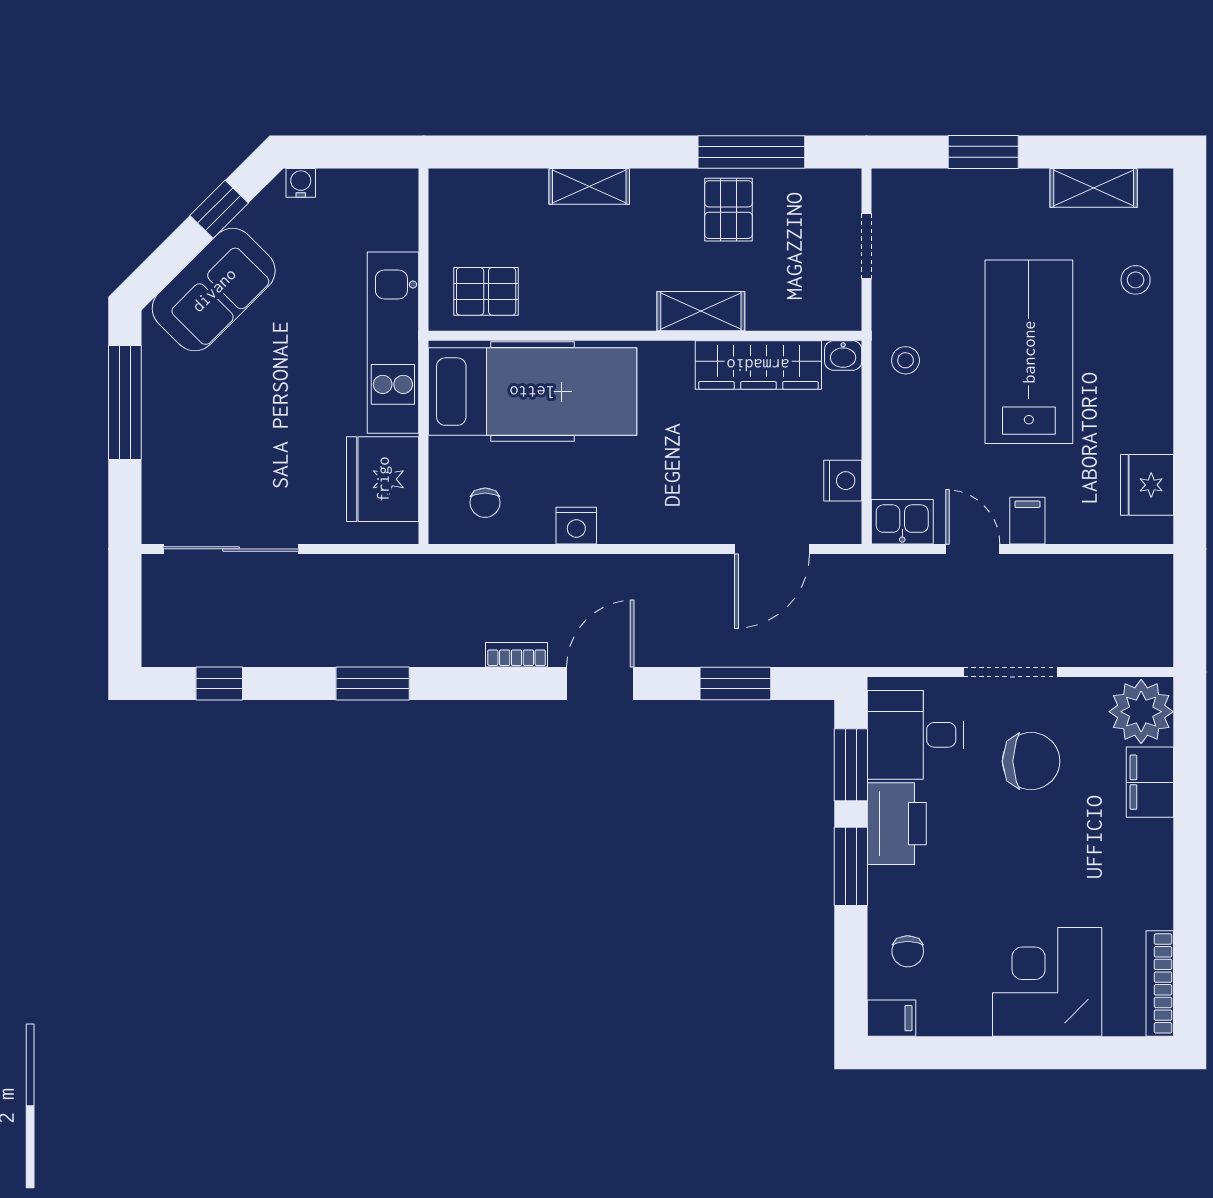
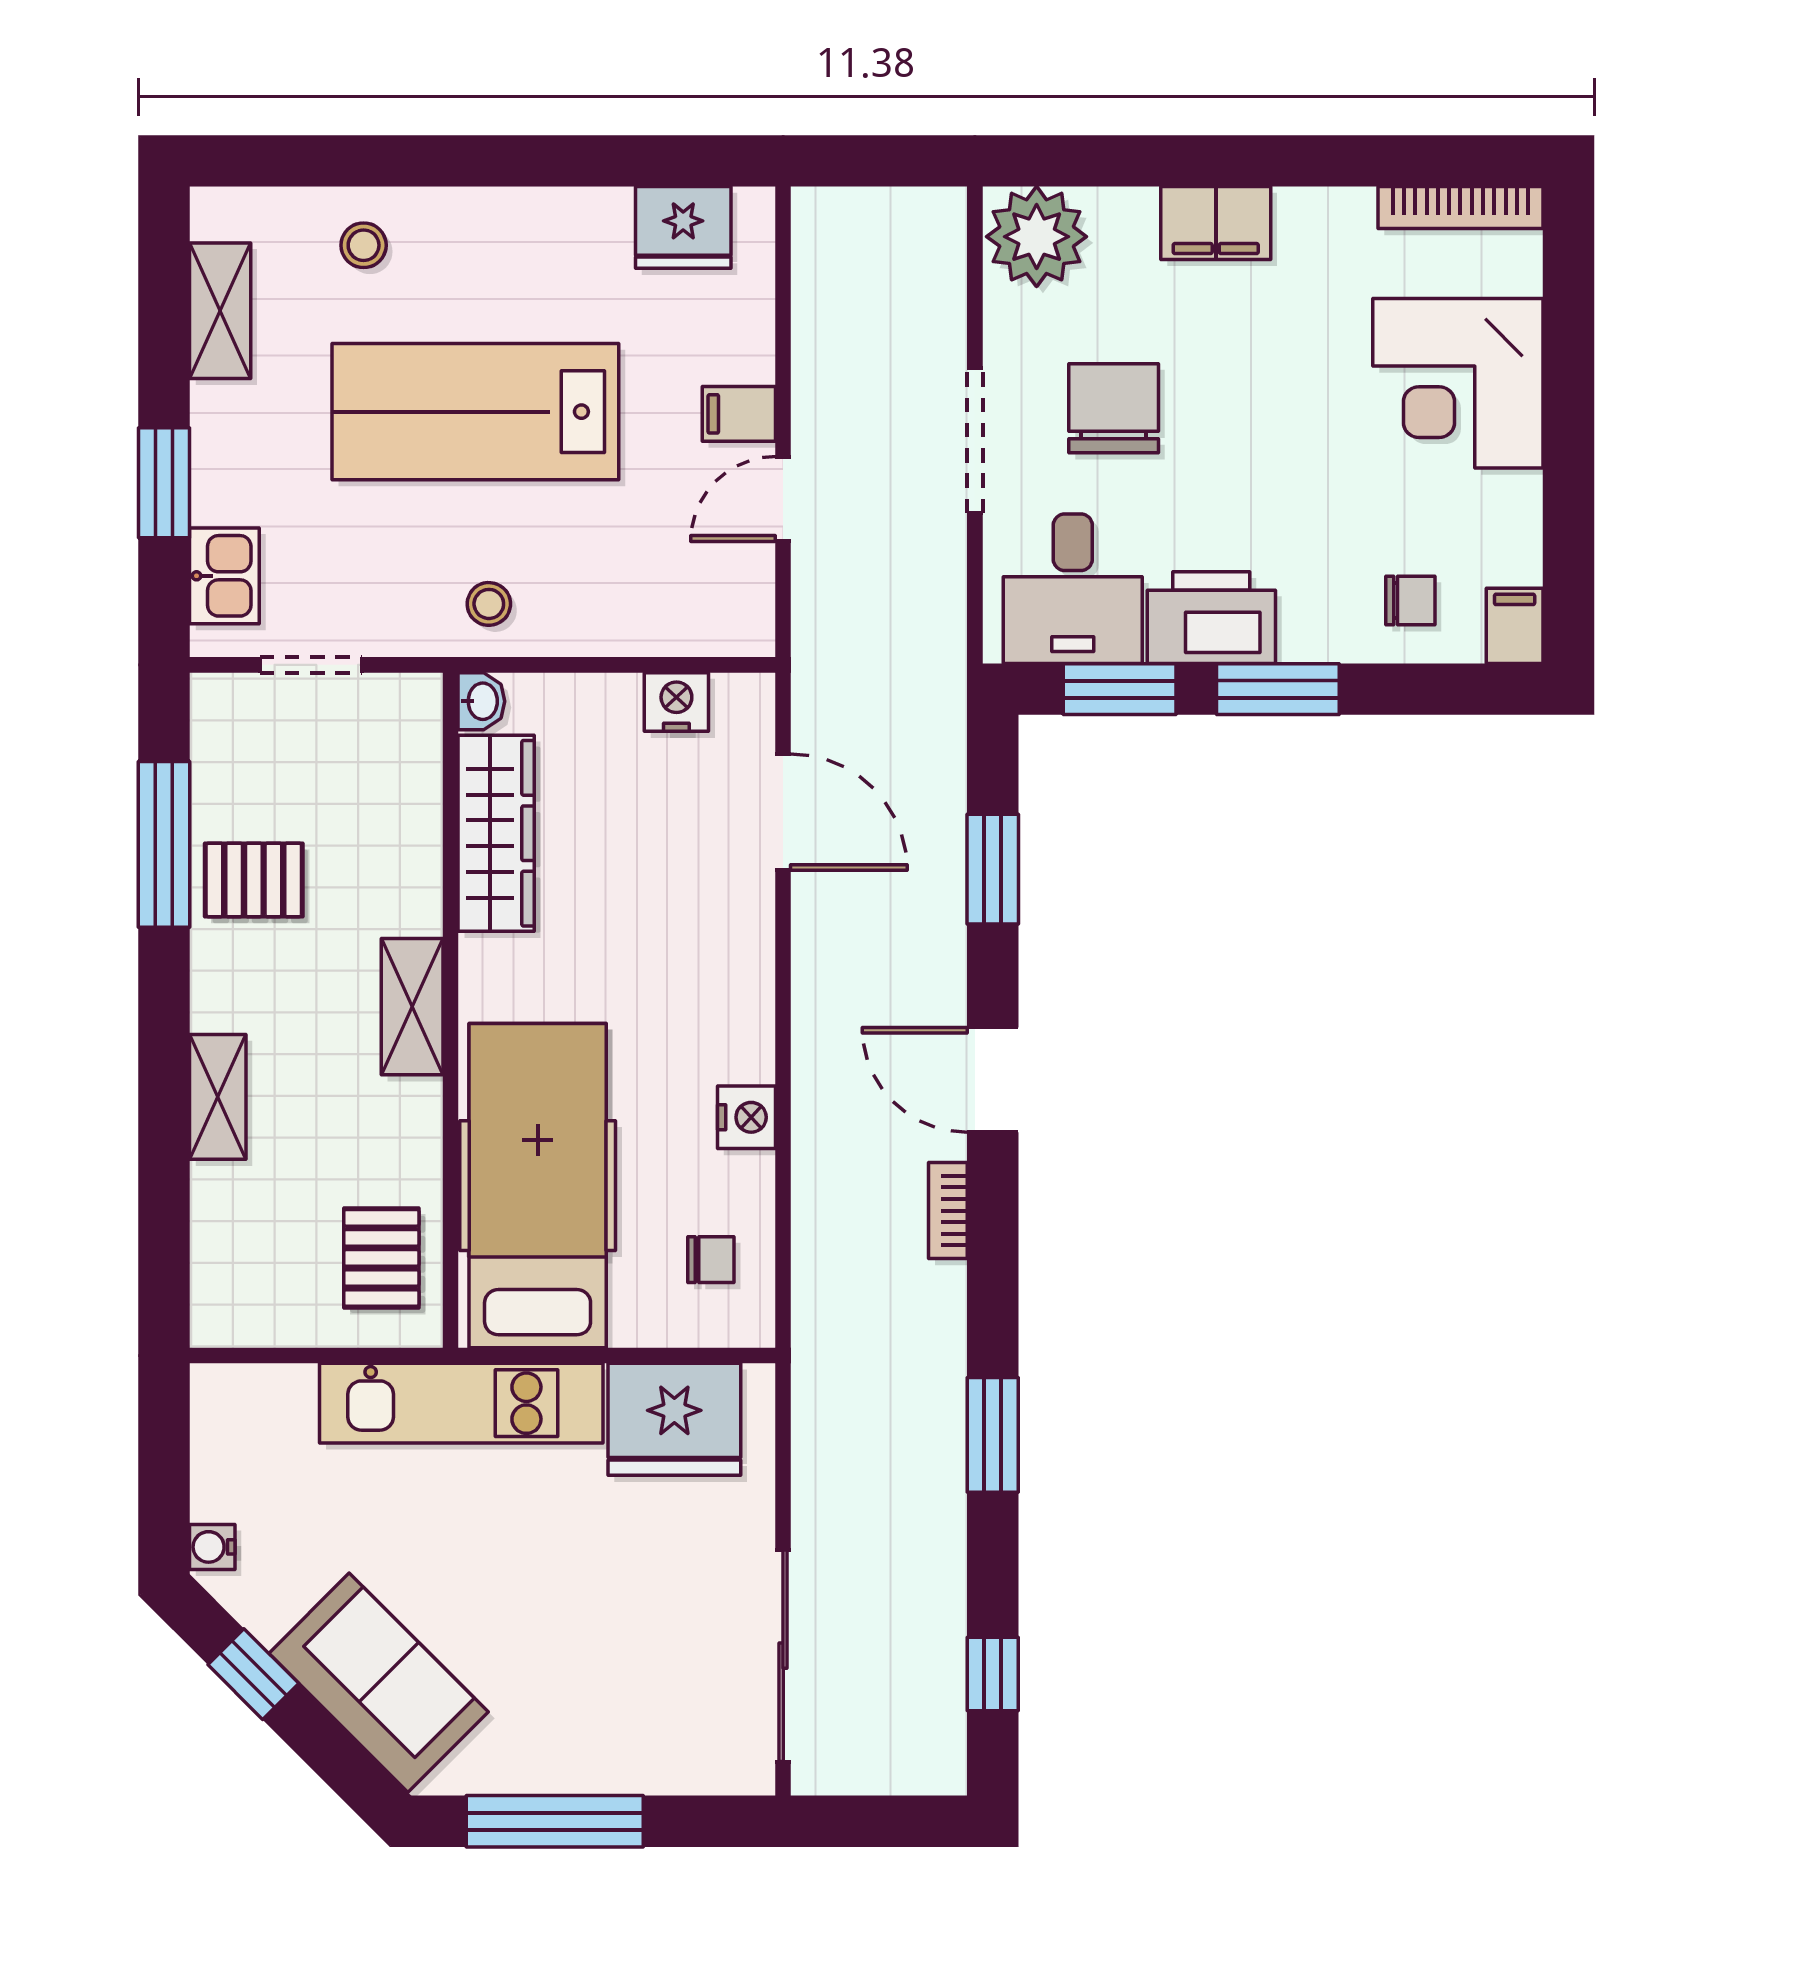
shelving: (701, 311) -> (412, 1007), moved
kitchen sink: (902, 522) -> (224, 576), moved, turned 180
filing cabinet: (1150, 782) -> (1216, 223), moved

